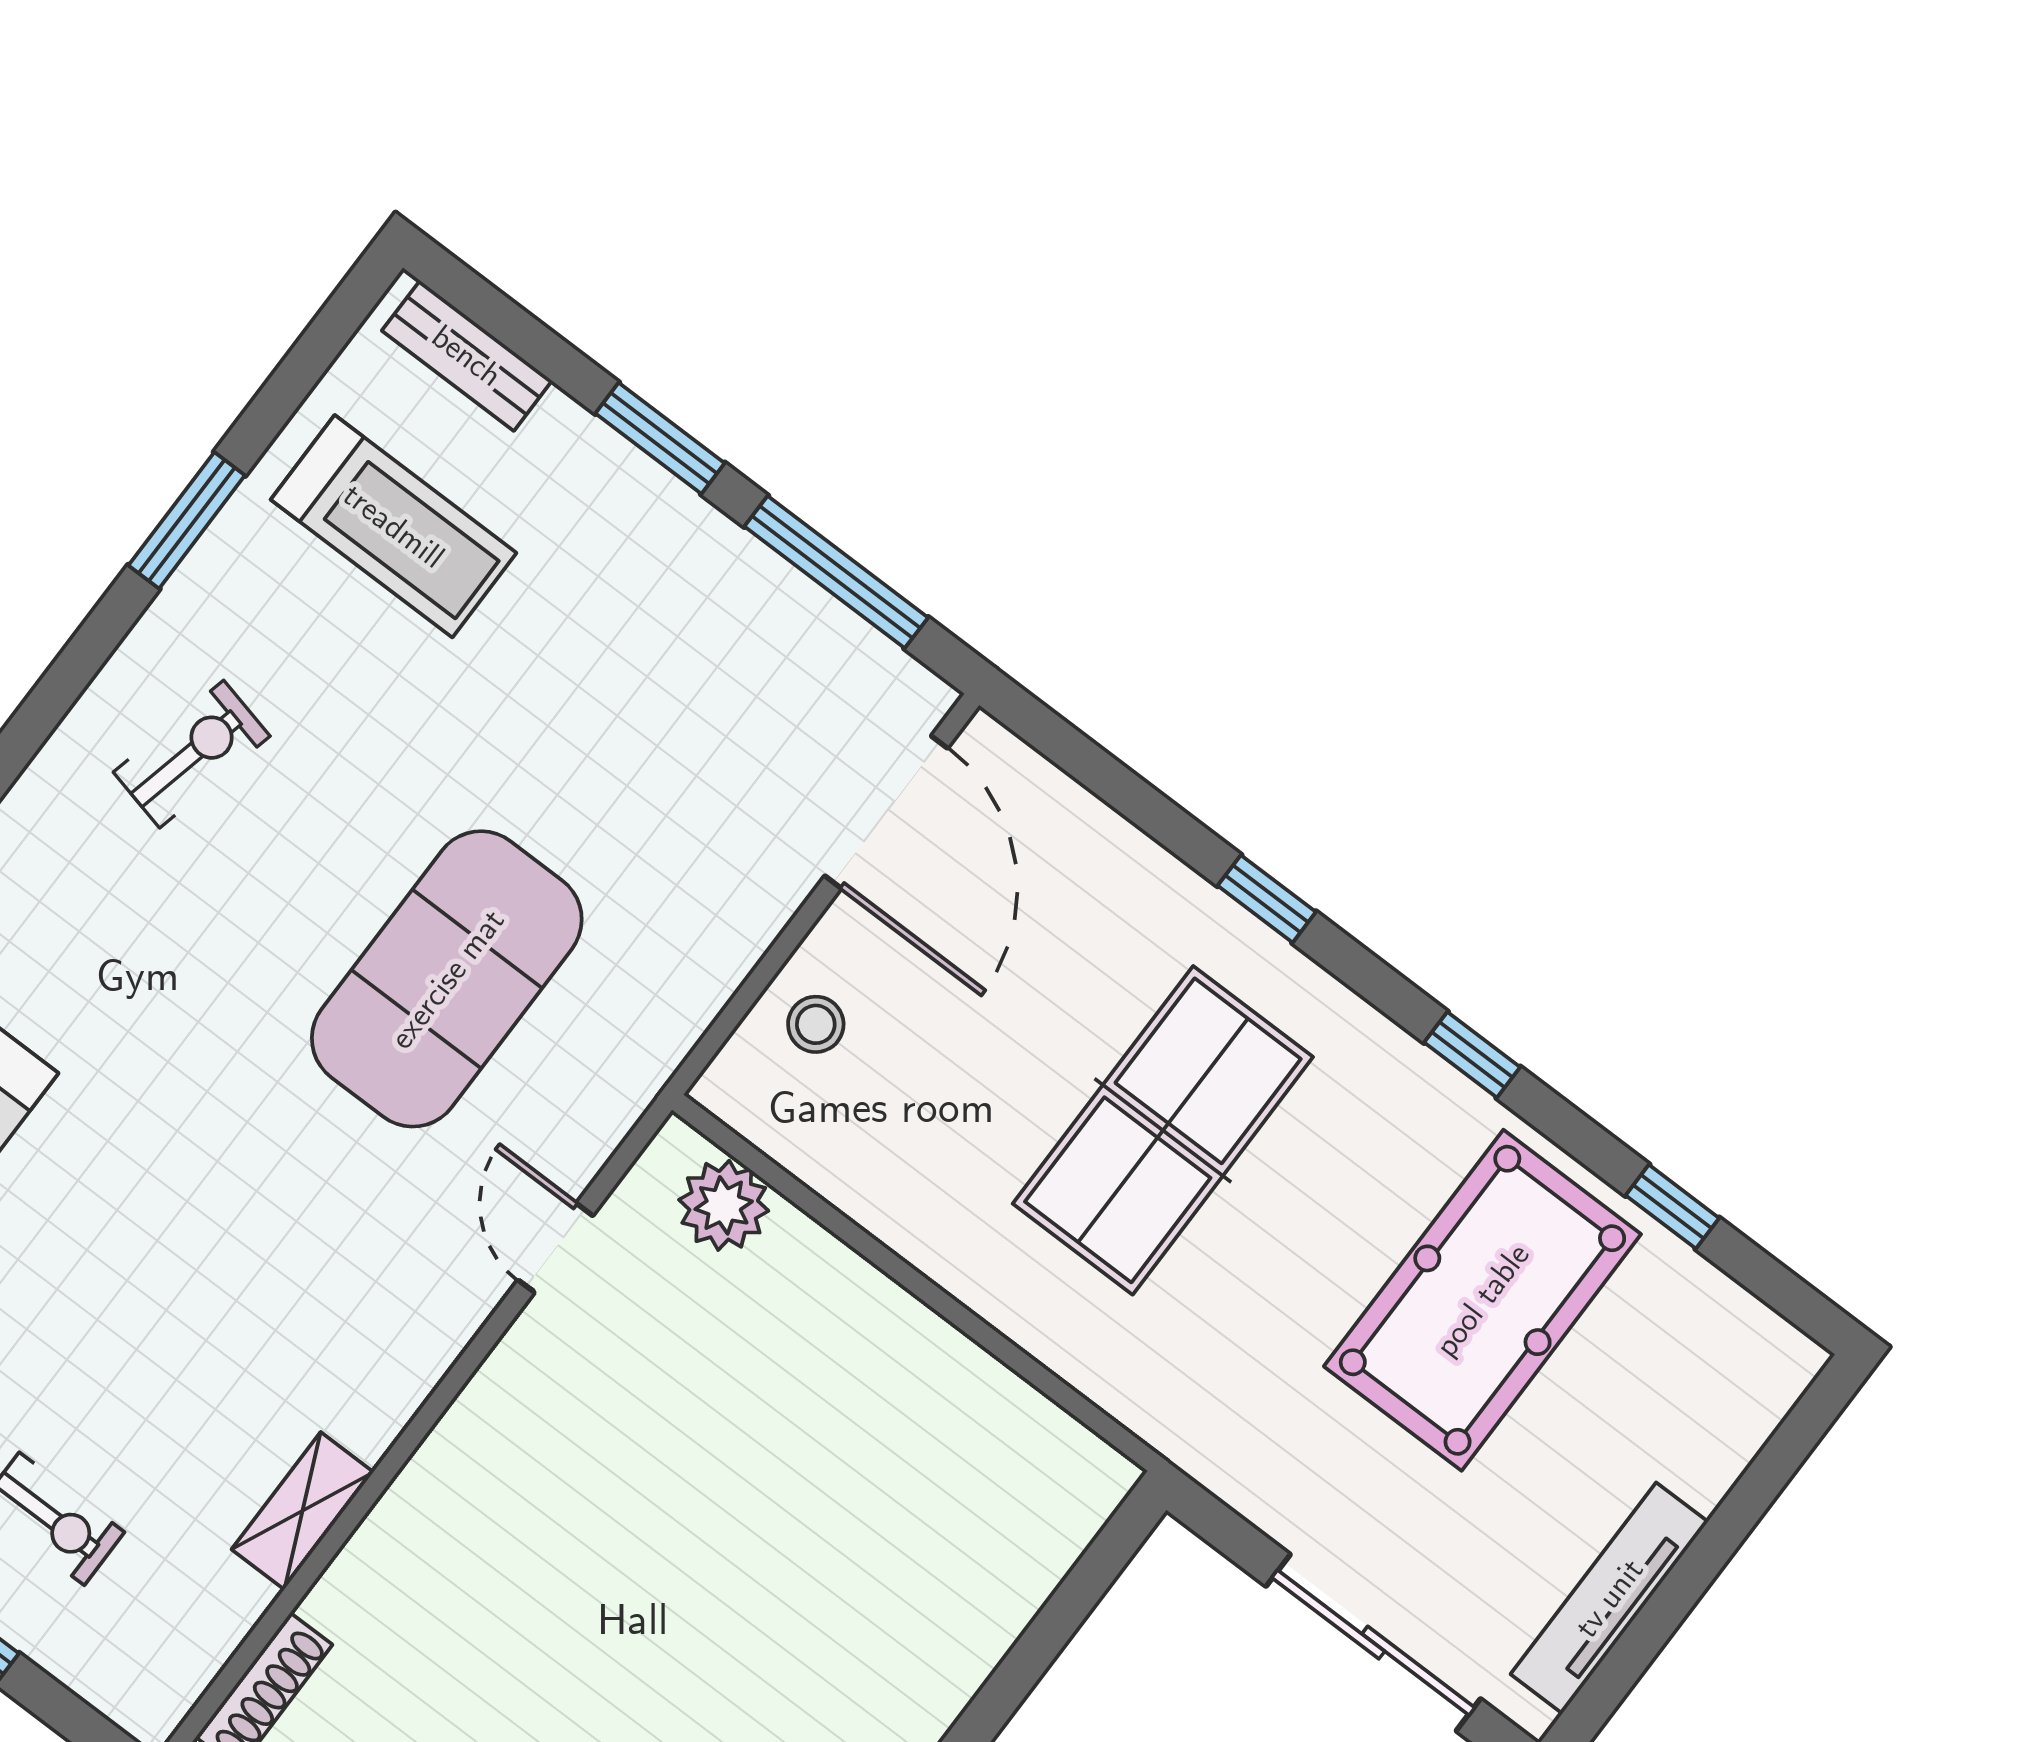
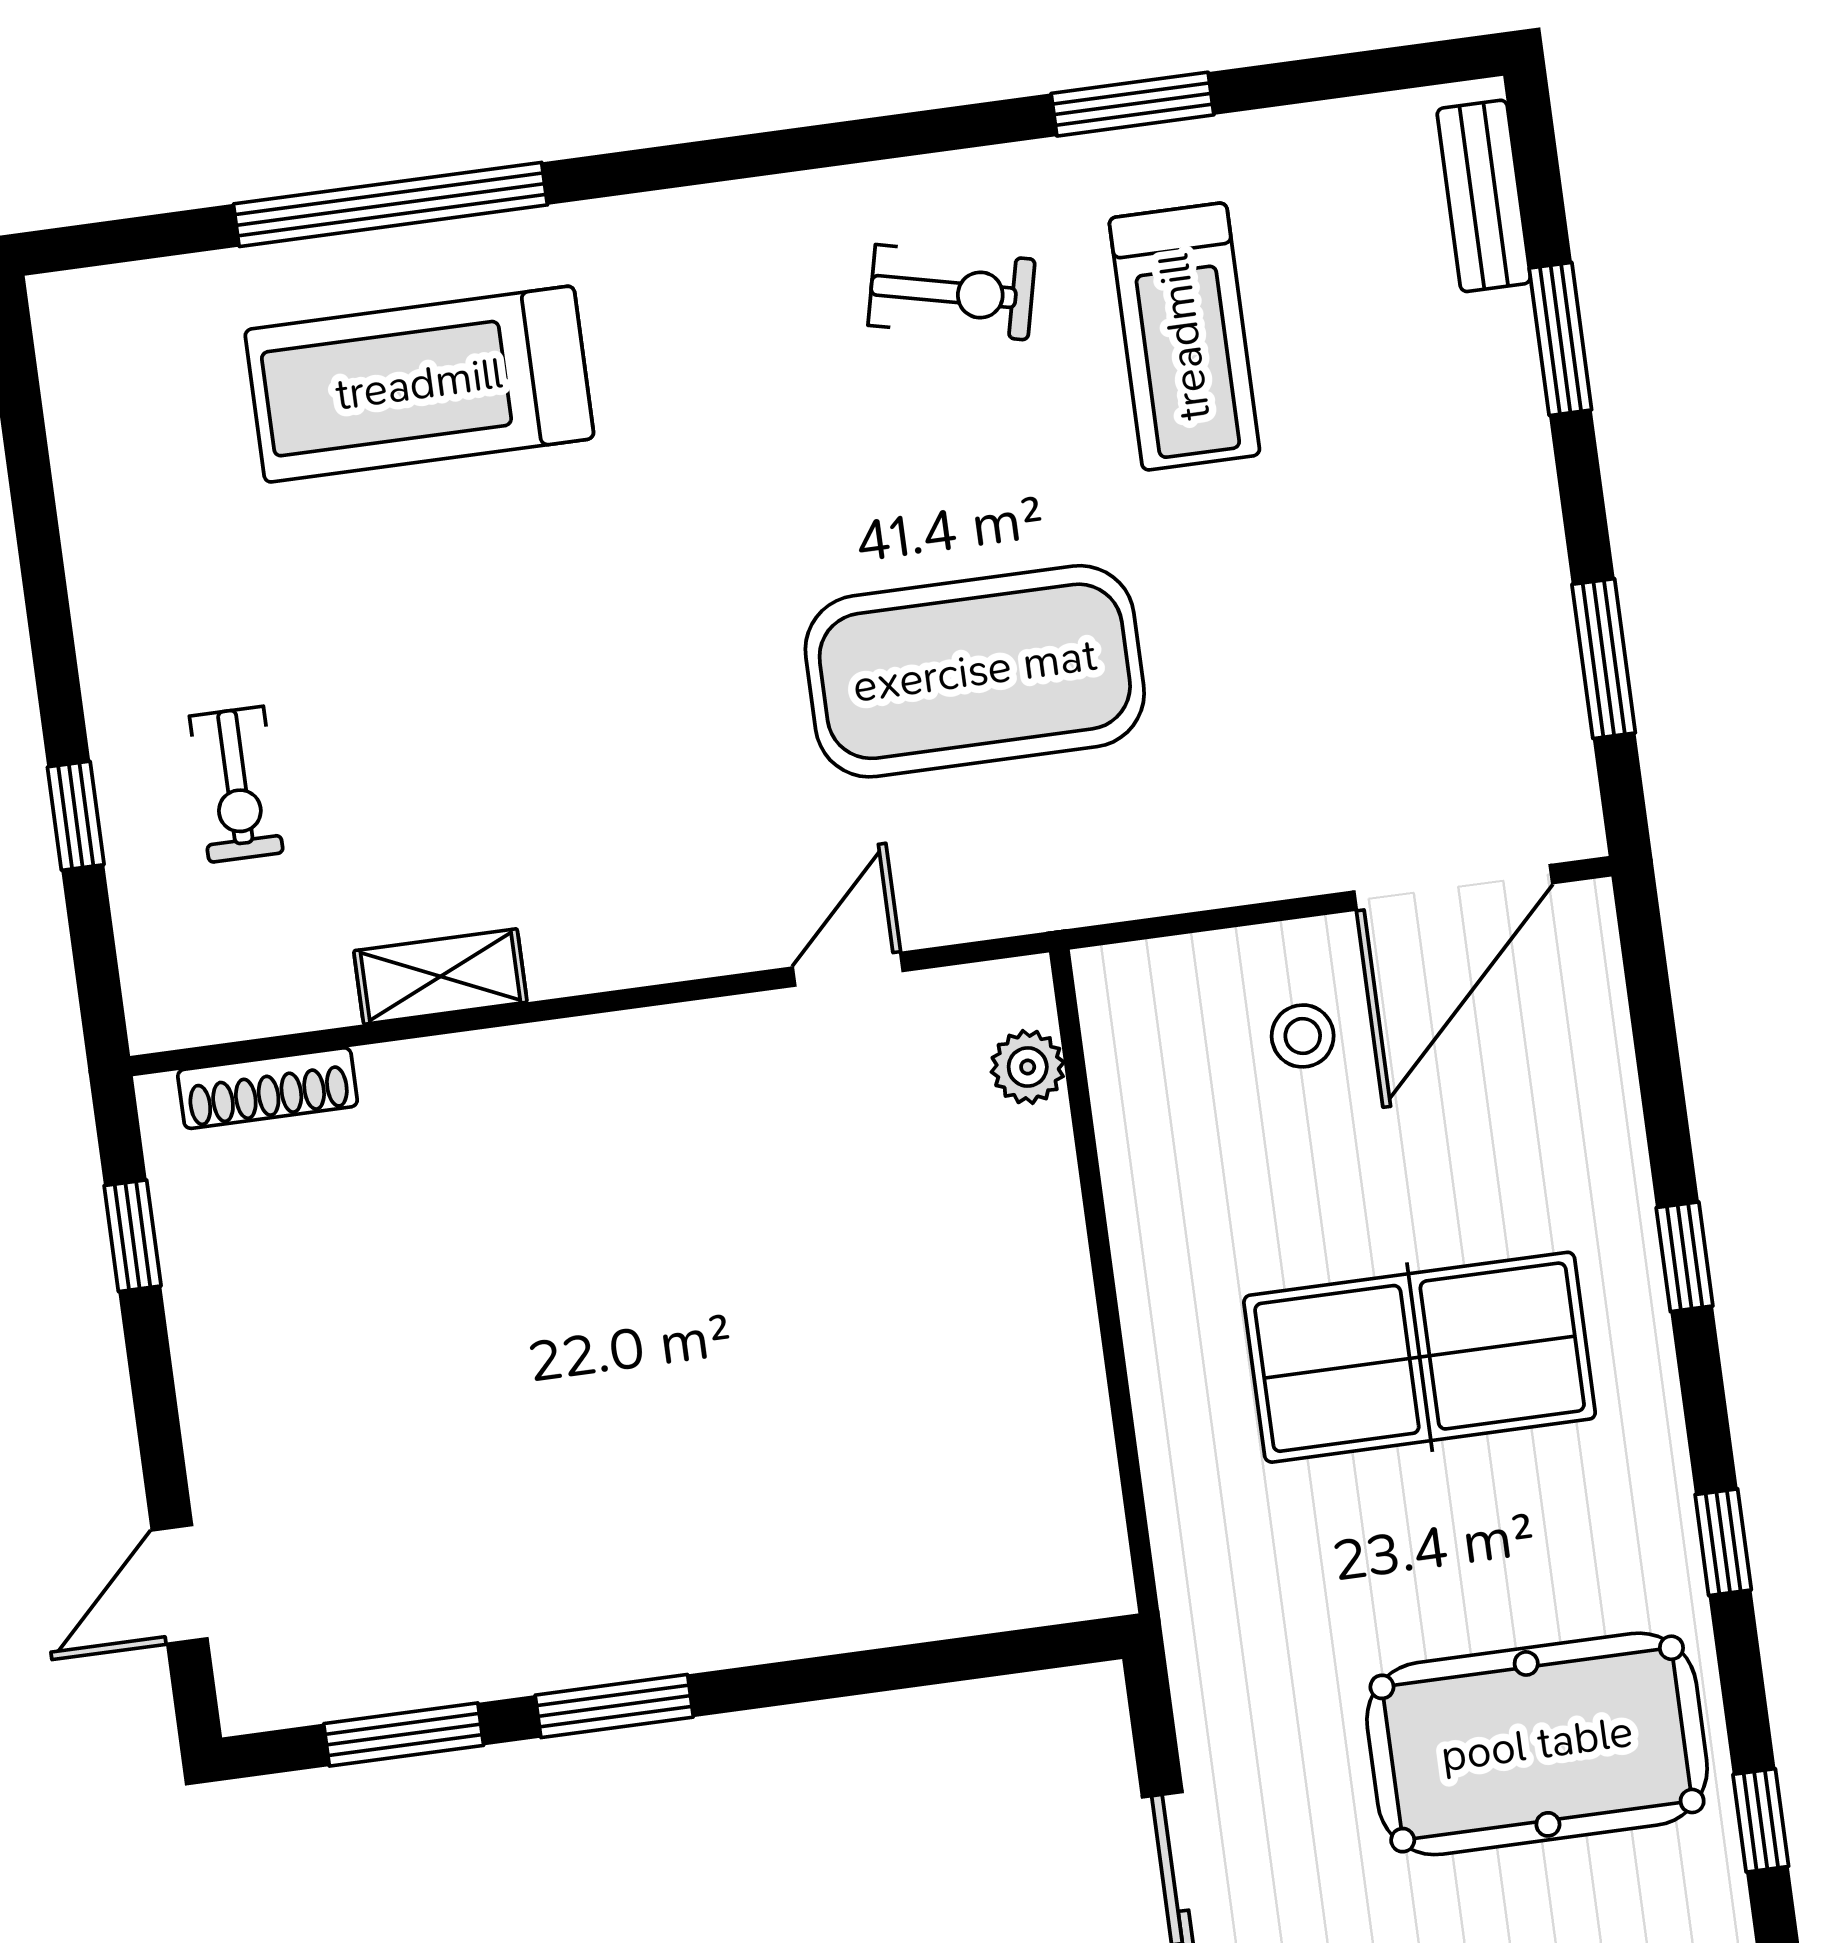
window: (660, 438) -> (1560, 339), moved
treadmill: (394, 526) -> (1184, 337), moved
window: (836, 572) -> (1604, 659), width x0.69
stool: (816, 1024) -> (1303, 1036), moved
plant: (724, 1205) -> (1028, 1067), width x0.73, depth x0.73

